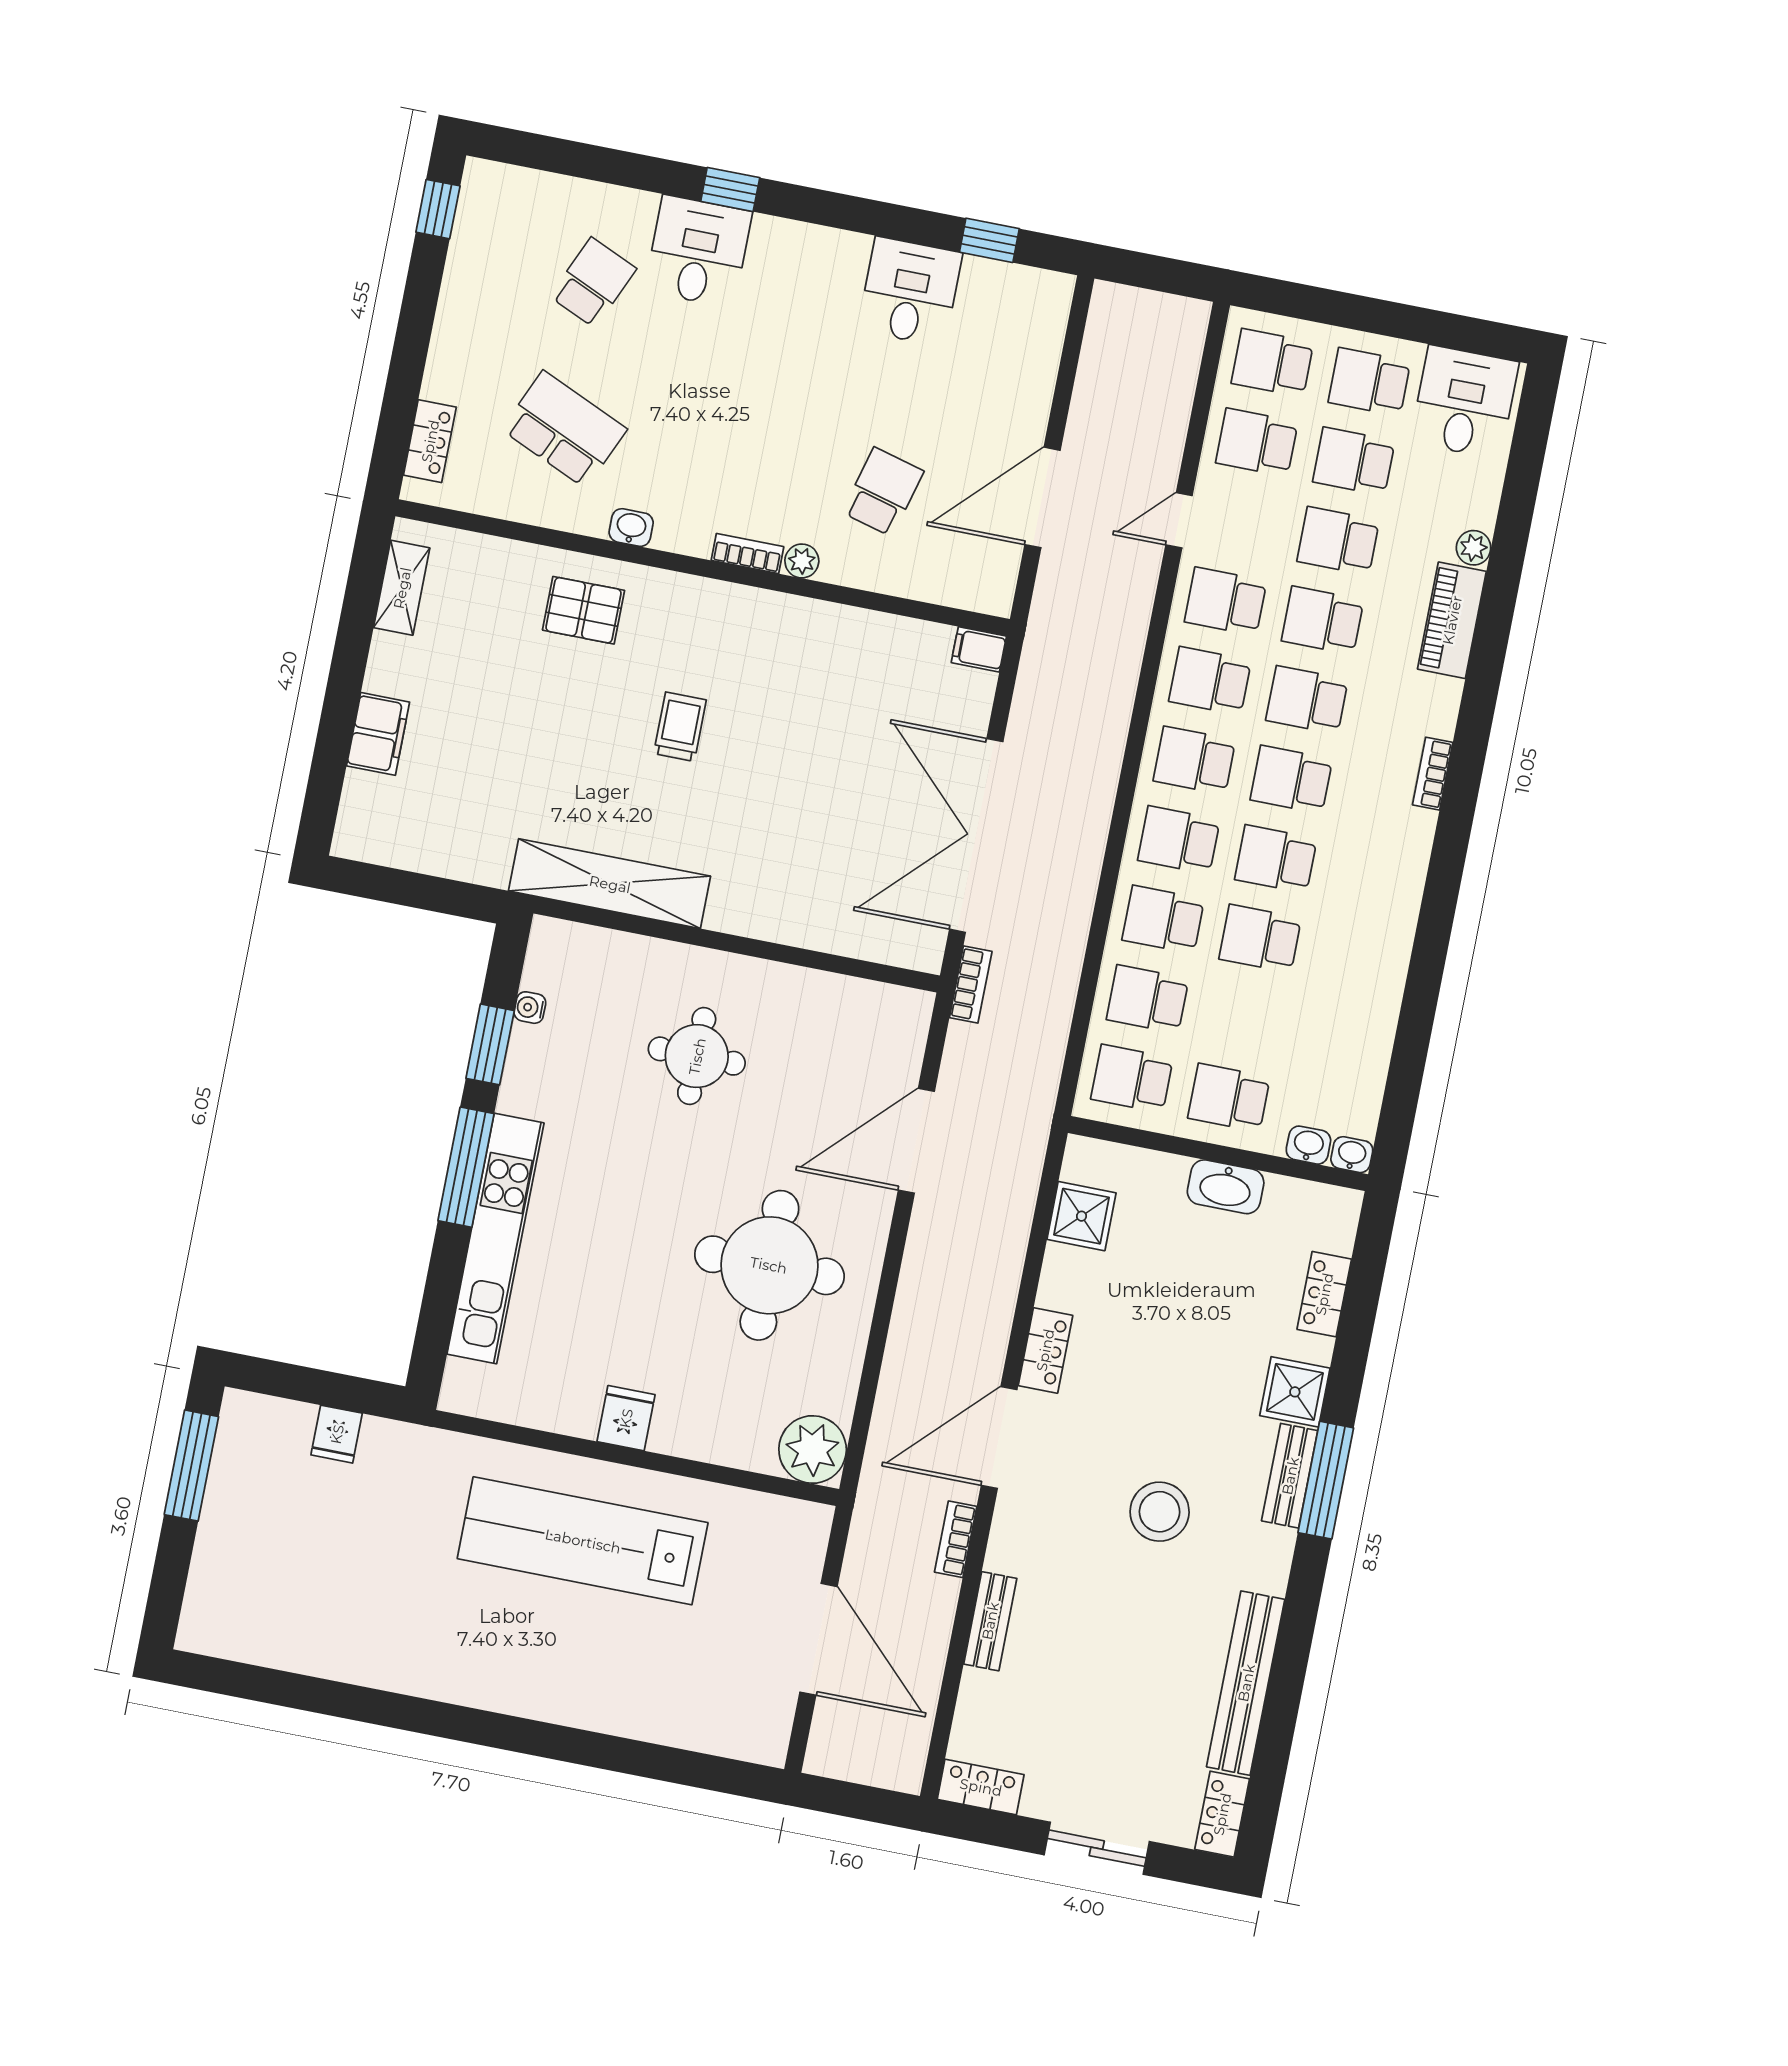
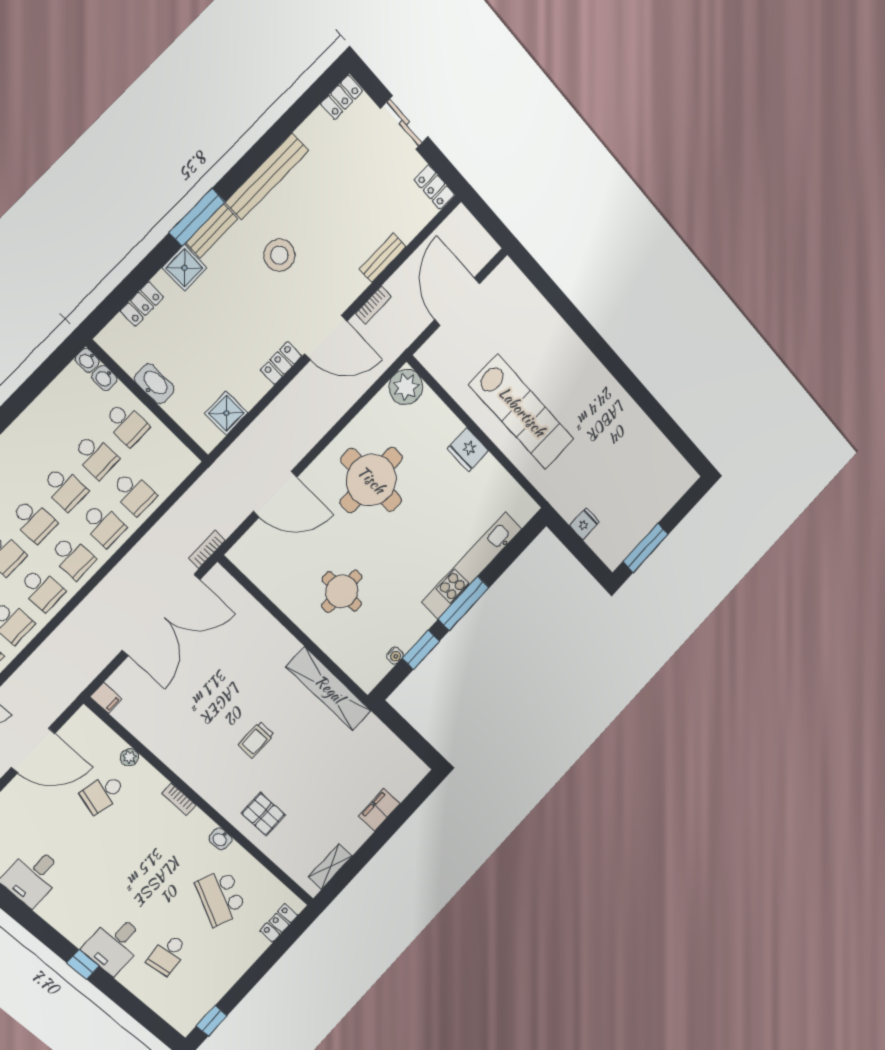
school desk: (593, 283) -> (168, 955), turned -30
plant: (802, 561) -> (129, 757), moved
school desk: (1132, 1079) -> (95, 456), moved
fridge: (626, 1418) -> (468, 450), width x1.38
bench: (1246, 1683) -> (267, 176), moved

